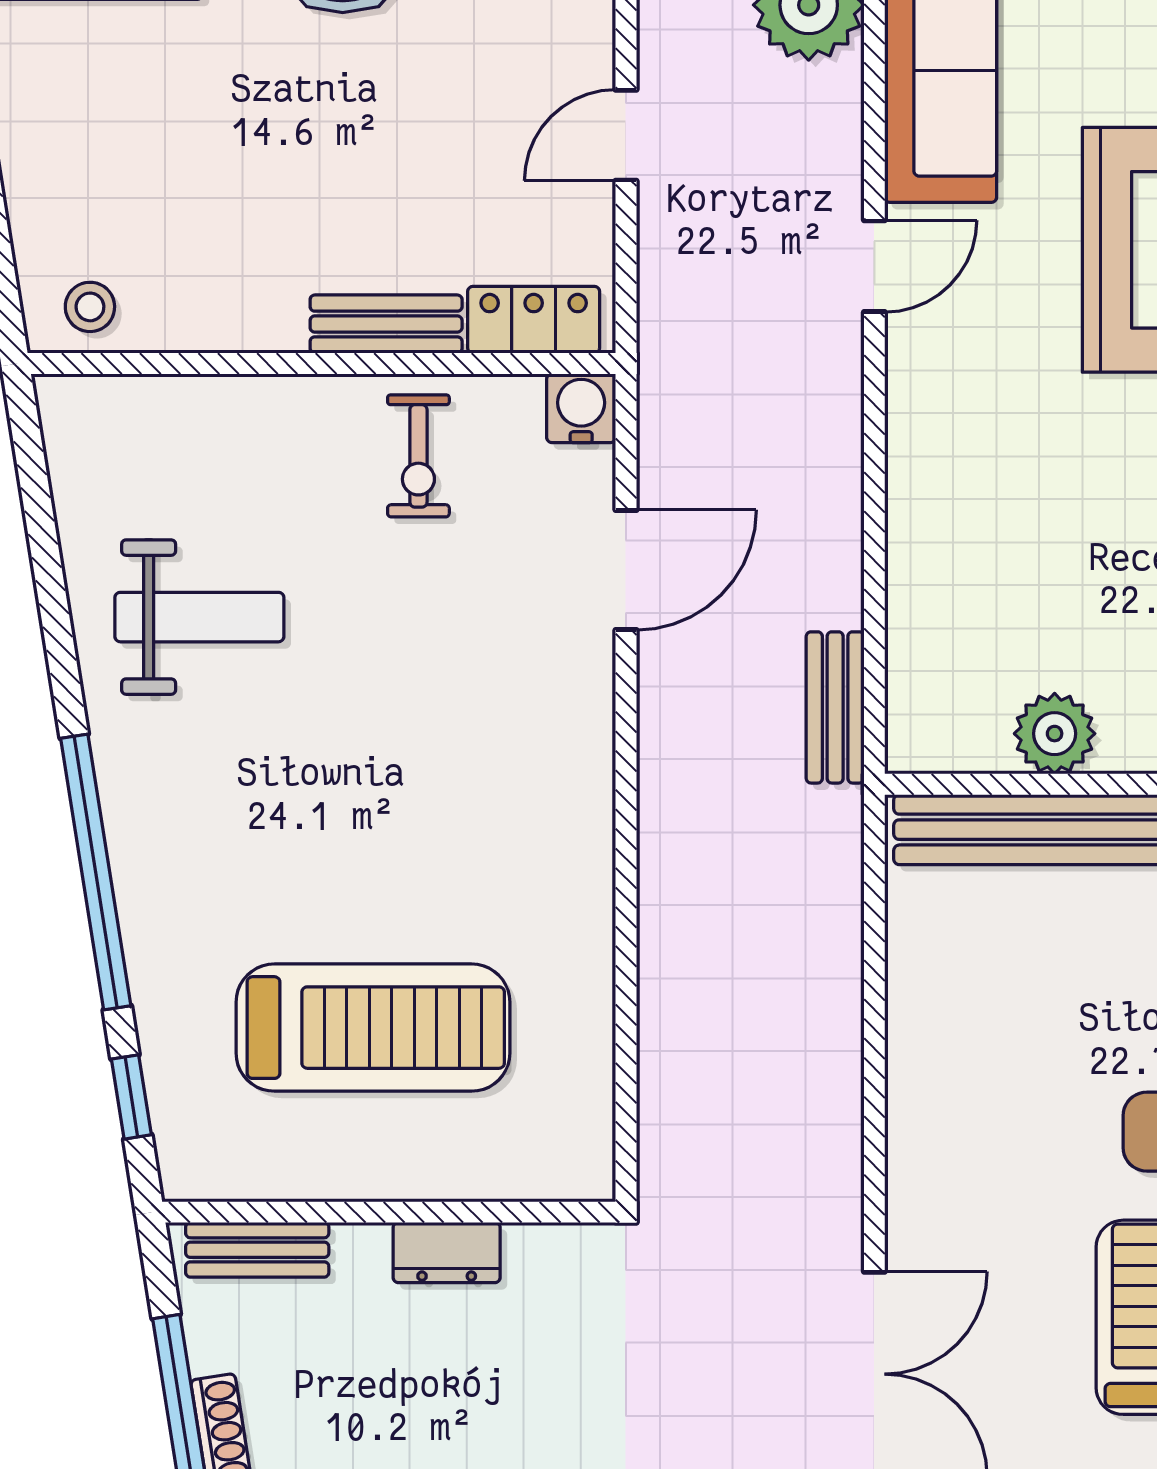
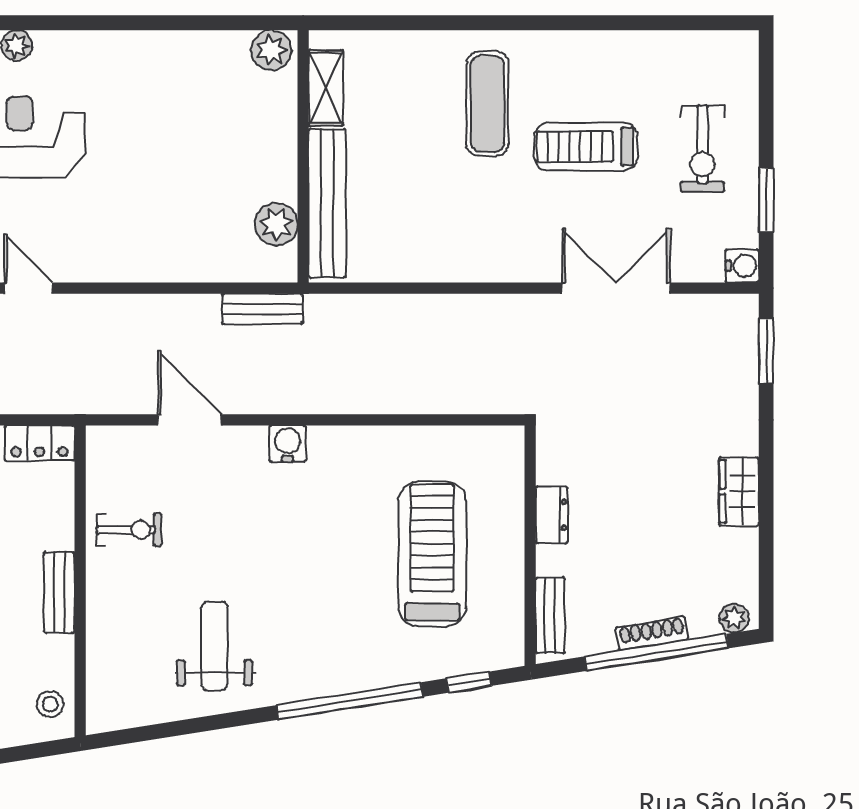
locker: (534, 320) -> (40, 443), moved, turned -90
bench: (386, 324) -> (59, 592), moved
water cooler: (581, 408) -> (287, 444), moved, turned 90
plant: (1055, 734) -> (276, 224), moved

